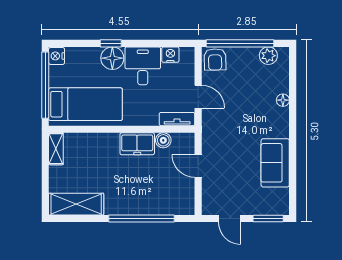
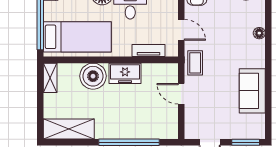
tv unit: (177, 119) -> (149, 51), moved
coffee table: (213, 132) -> (195, 63), added
boiler: (163, 140) -> (93, 76), moved, width x1.86, depth x1.86

